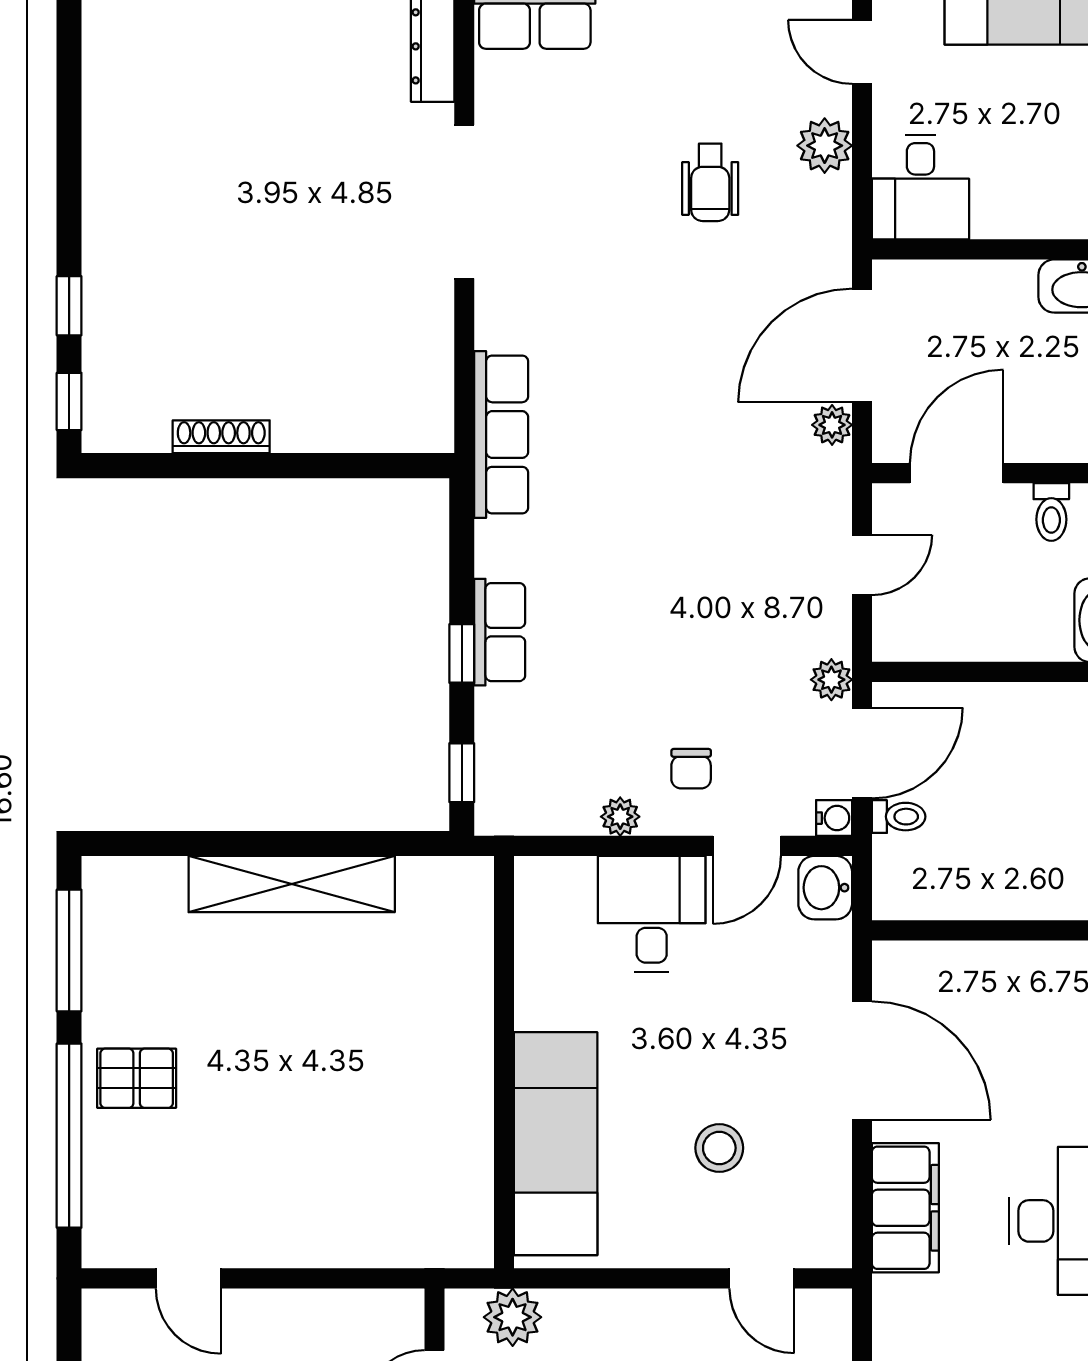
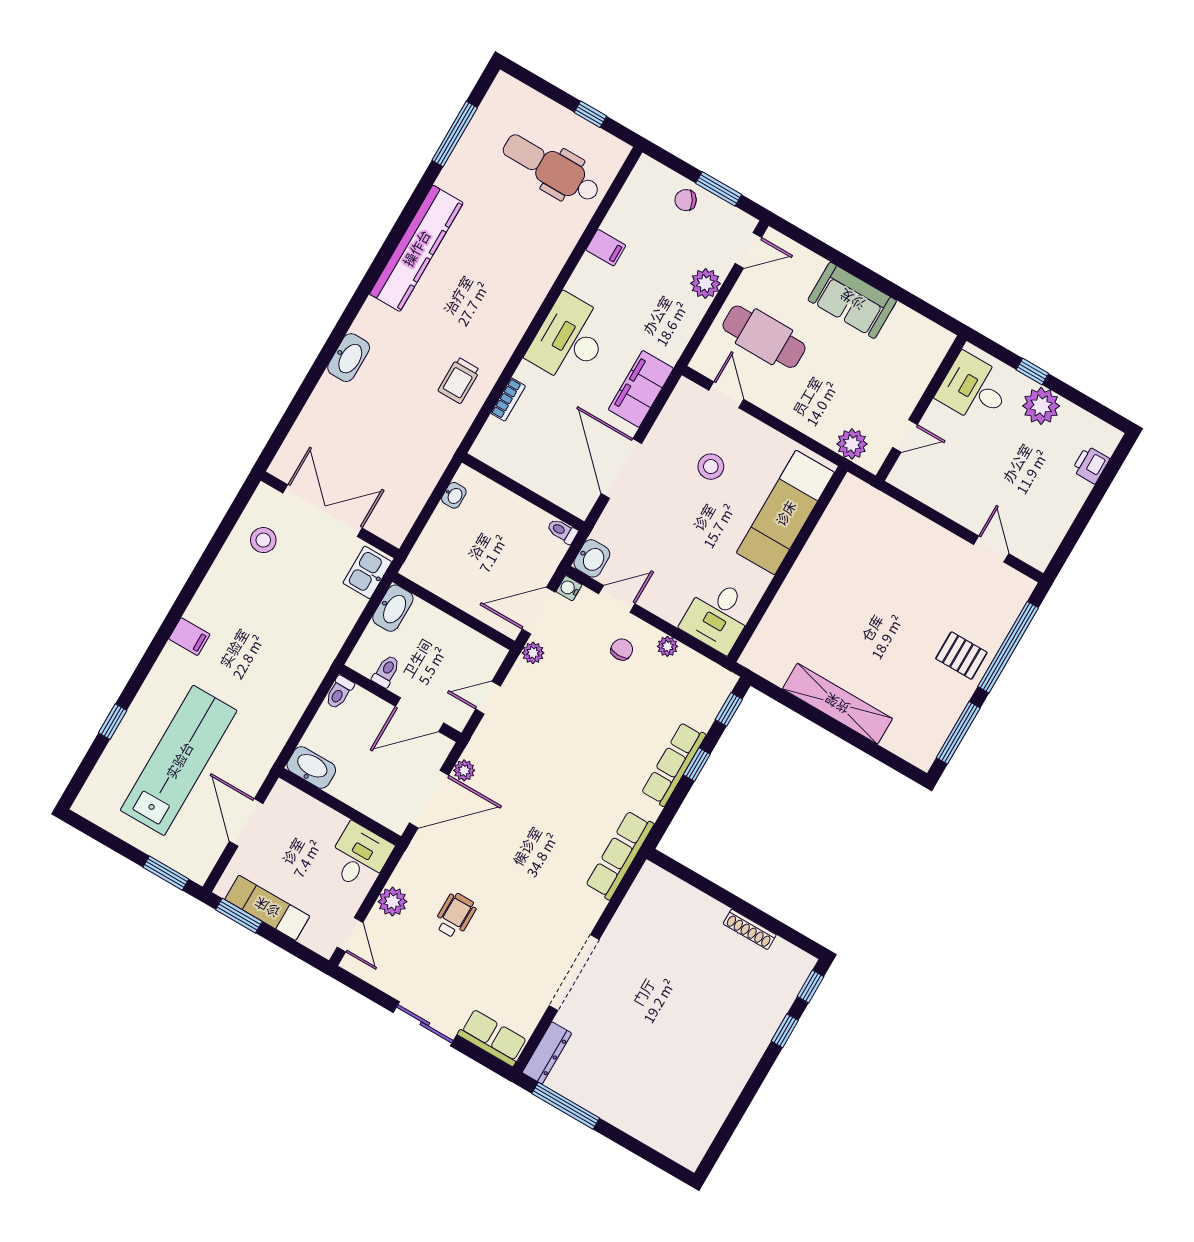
row of seats: (500, 632) -> (674, 764), width x1.48
toilet: (899, 817) -> (562, 531), moved
desk: (652, 914) -> (718, 616), moved

